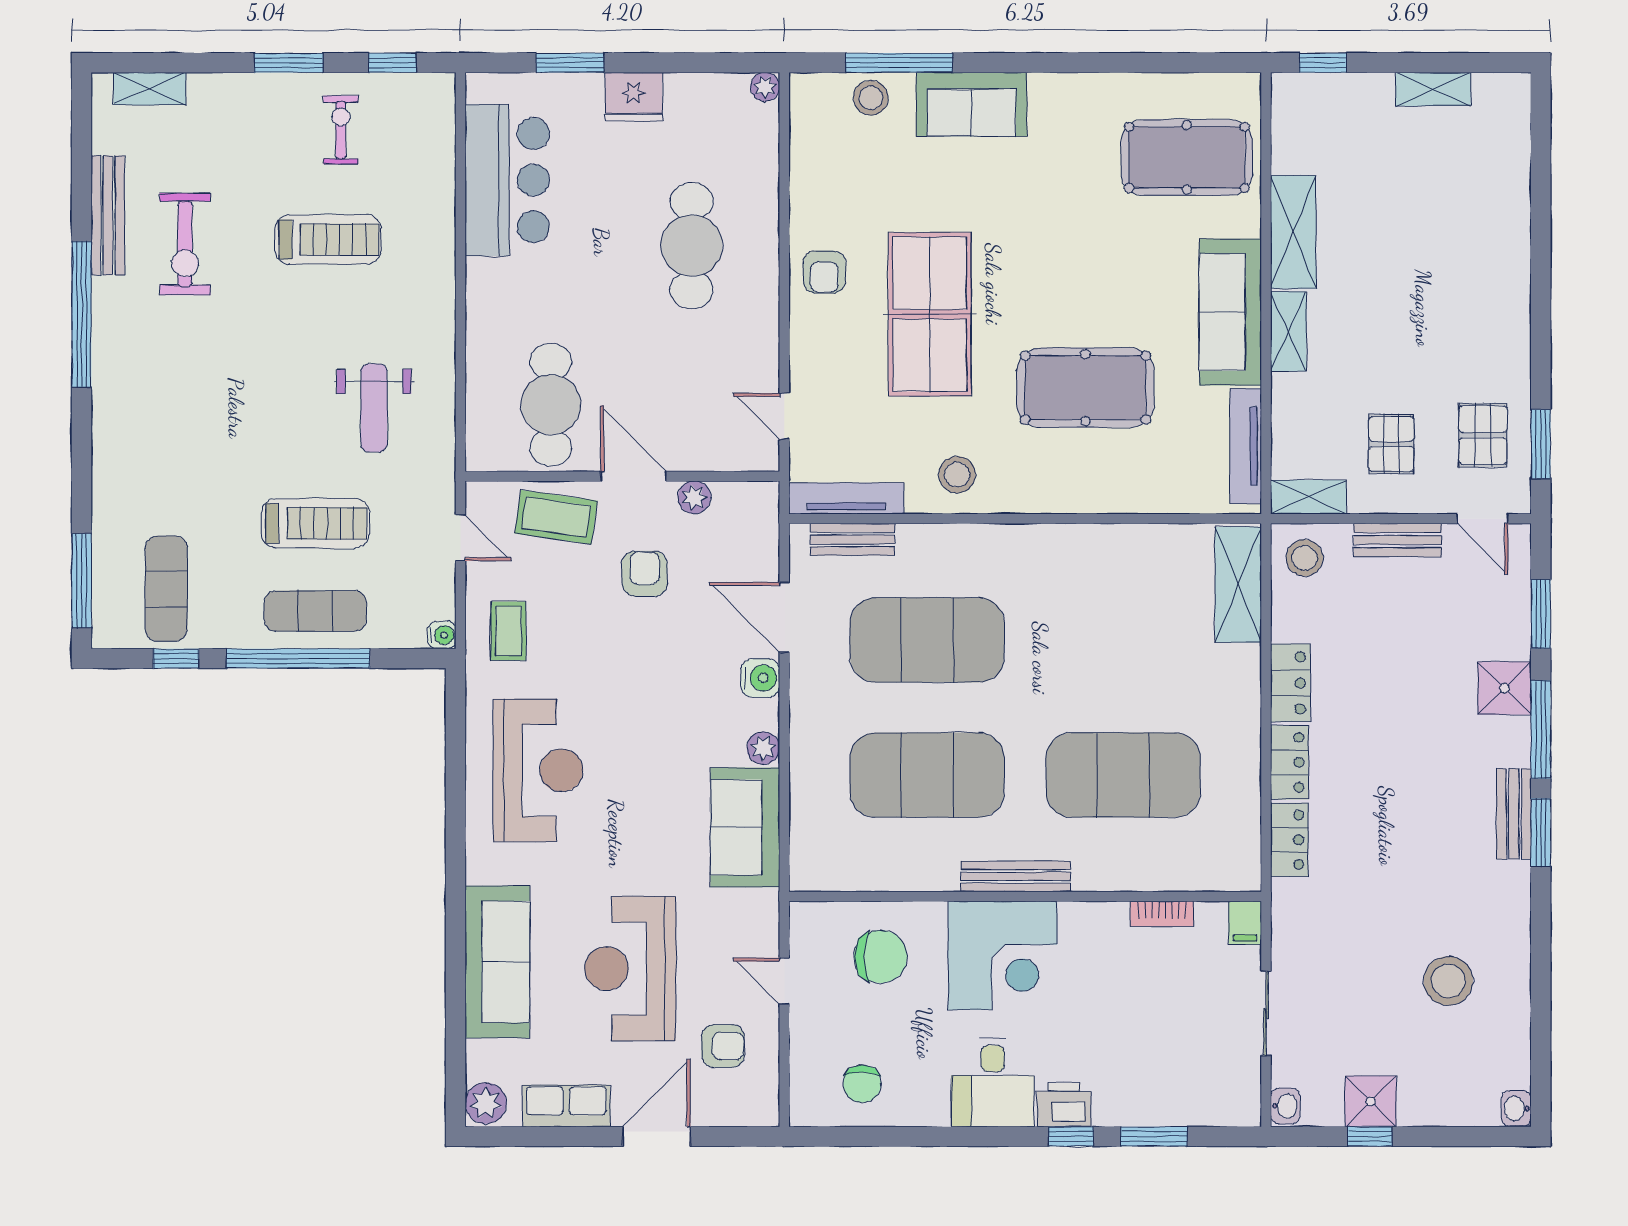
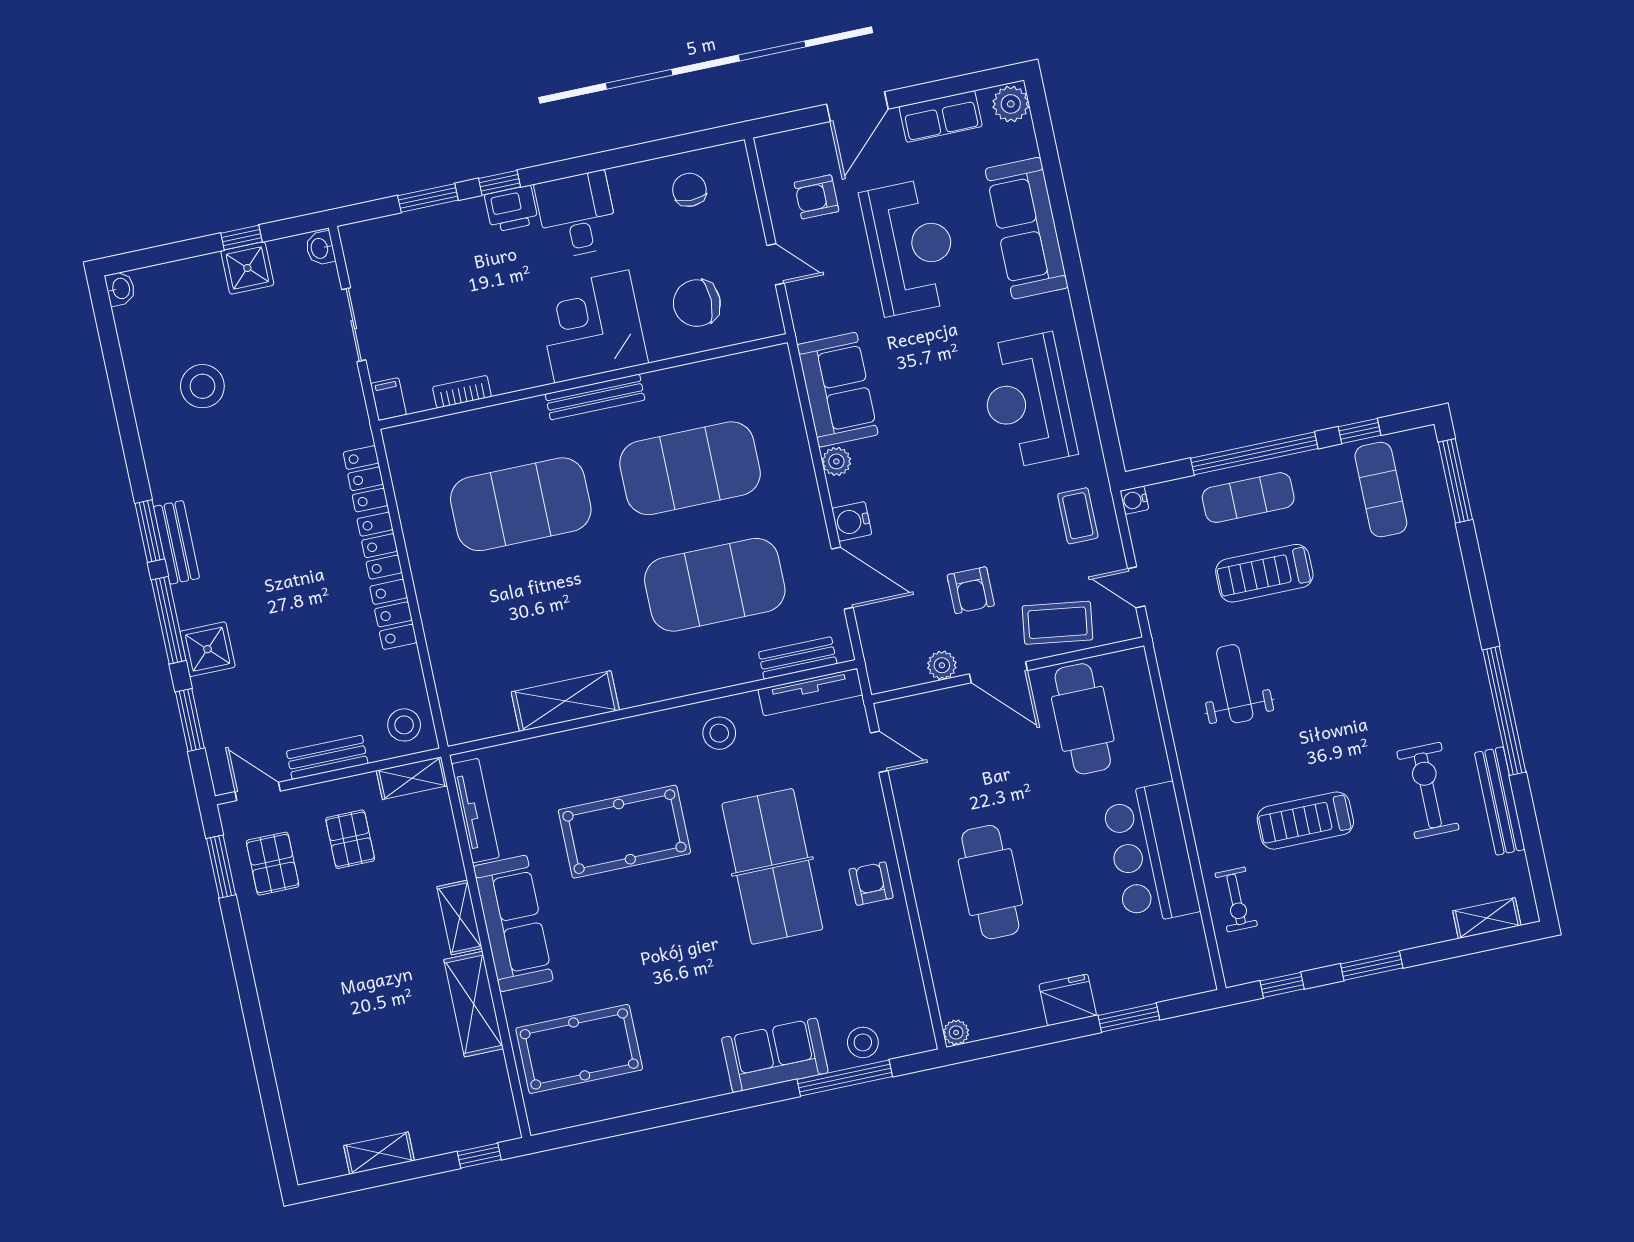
exercise bike: (341, 130) -> (1236, 899), moved
bar counter: (507, 180) -> (1151, 854), moved
shelving: (1238, 585) -> (565, 701), moved, turned 90

